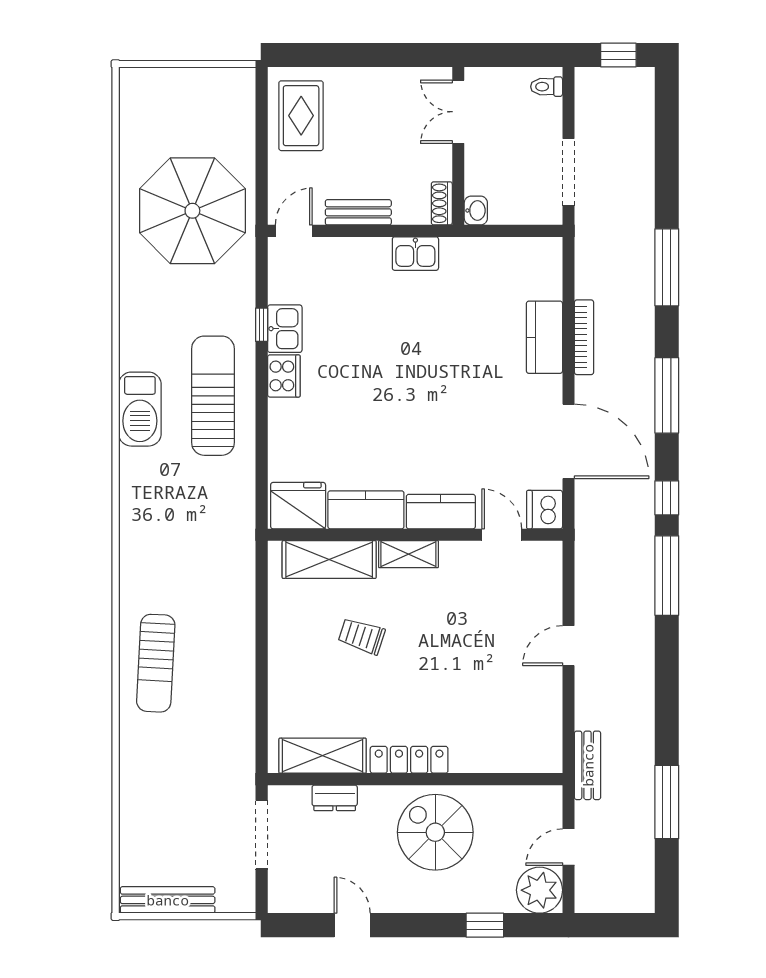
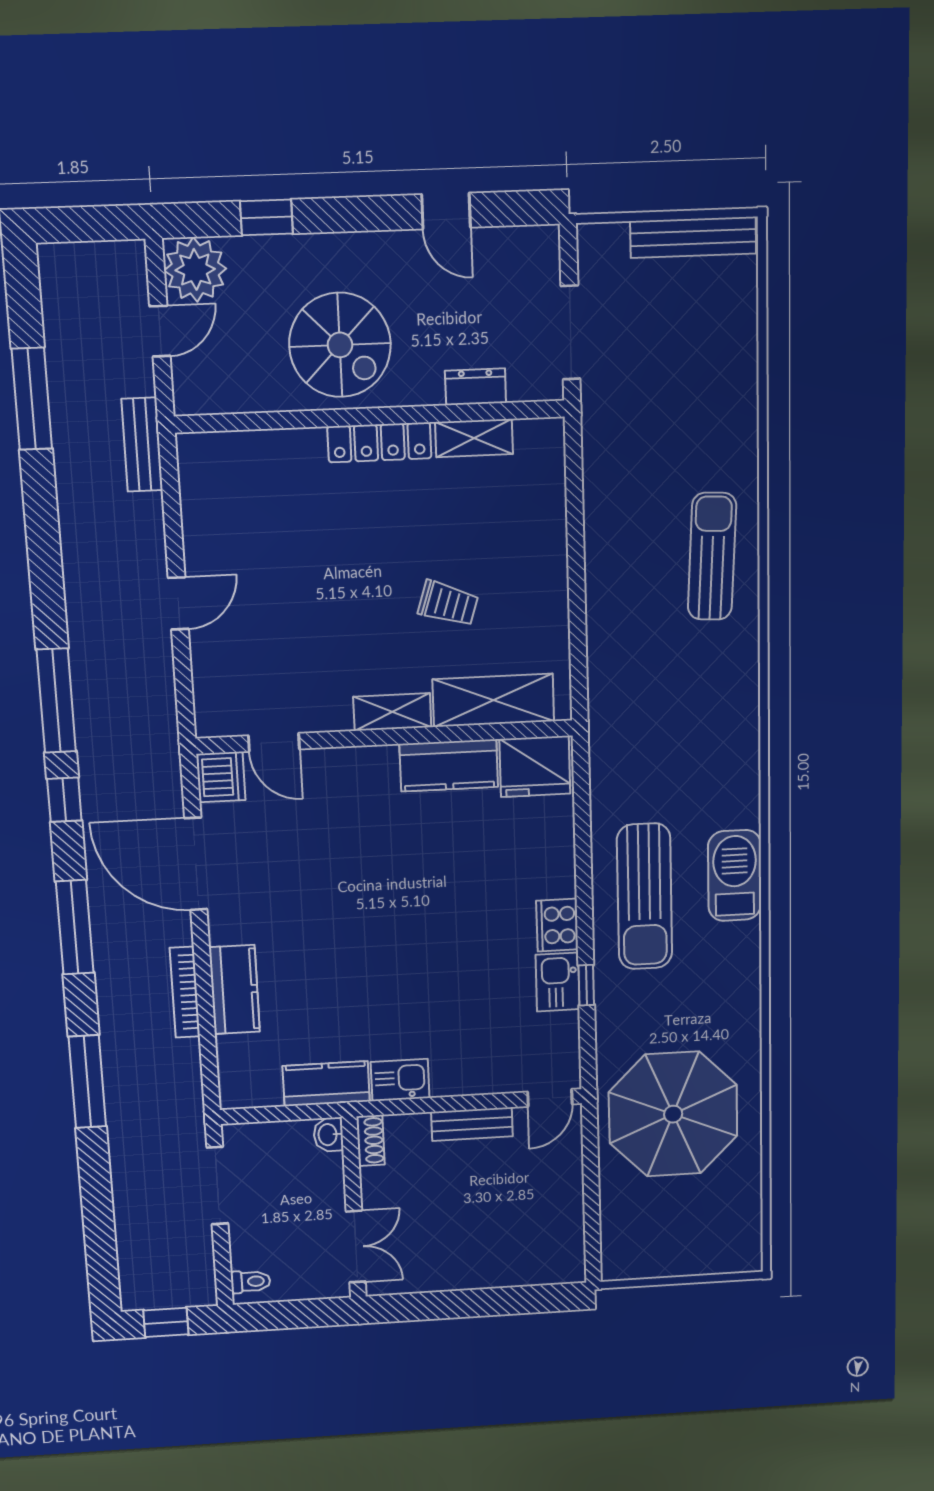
rug: (301, 116) -> (545, 1230), removed
kitchen counter: (441, 512) -> (326, 1084), moved, turned 180
shelving: (323, 756) -> (474, 438), width x0.67, depth x0.75

